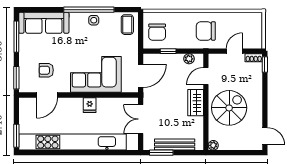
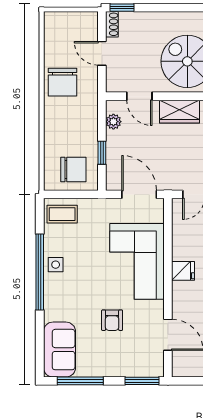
sofa: (44, 23) -> (59, 350), width x0.73
chair: (206, 31) -> (63, 82), moved
armchair: (46, 70) -> (112, 320), moved

